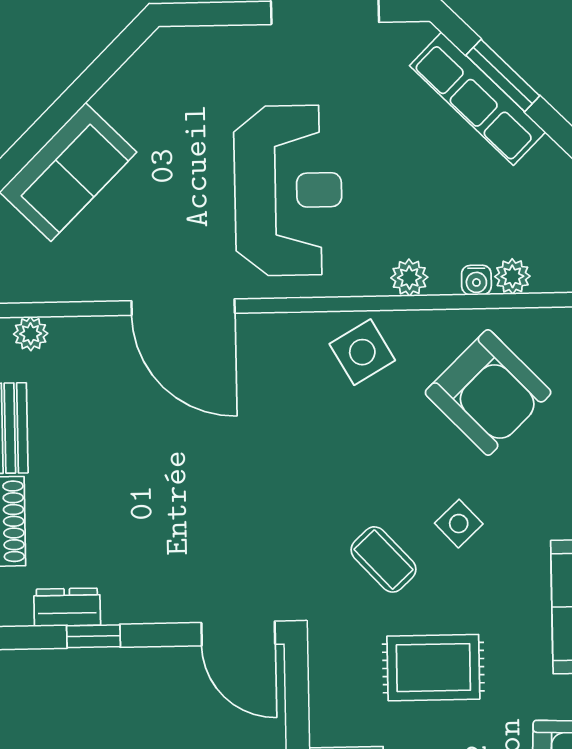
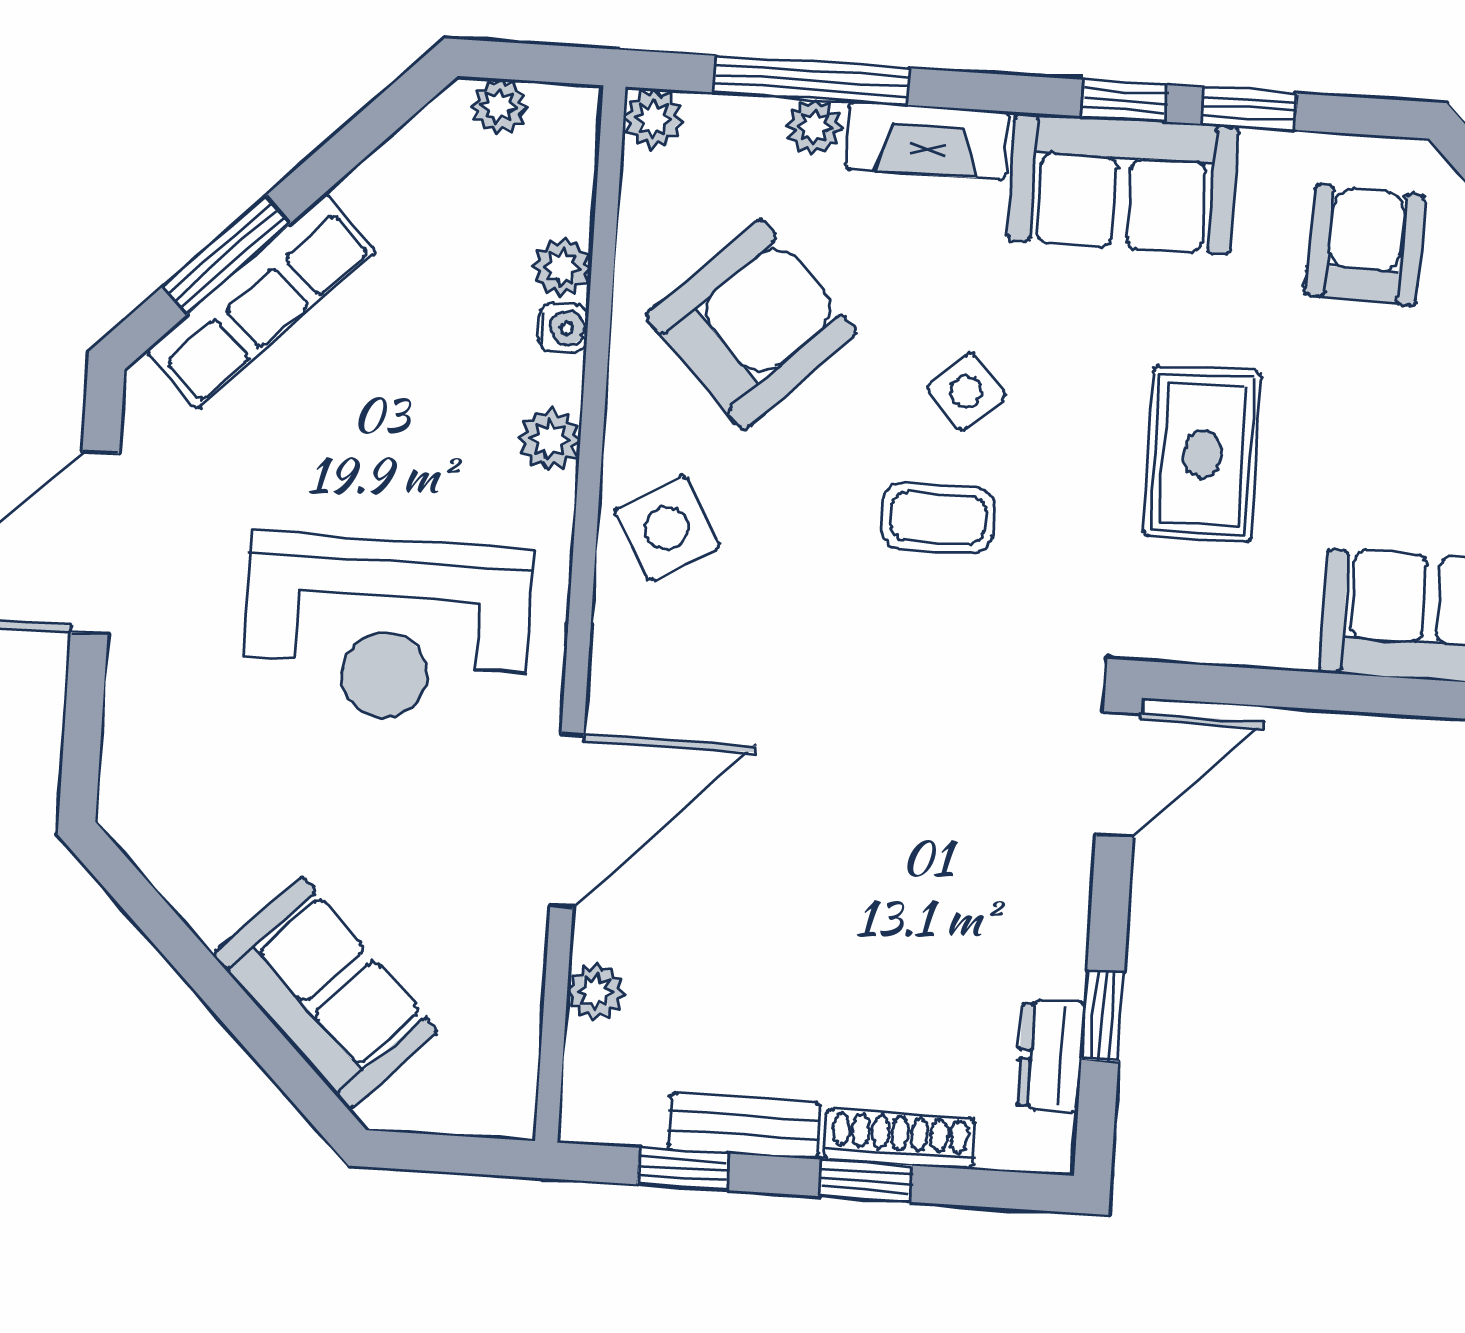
reception desk: (288, 190) -> (387, 629), turned 180
plant: (31, 334) -> (596, 992), moved
coffee table: (383, 559) -> (938, 518), moved, turned 43

